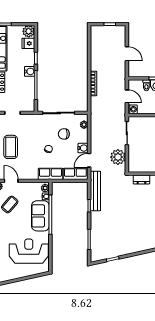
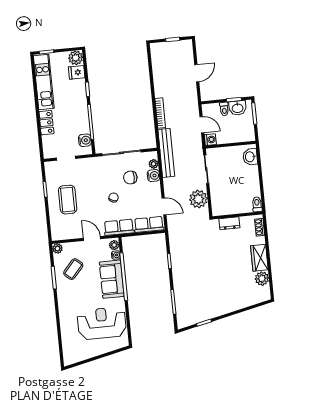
door: (127, 54) -> (197, 73), hinge flipped
water cooler: (30, 71) -> (85, 140), moved
water cooler: (83, 148) -> (153, 176), moved
door: (89, 160) -> (164, 206), swing flipped
door: (11, 181) -> (92, 239), moved
bench: (95, 191) -> (166, 153), moved

